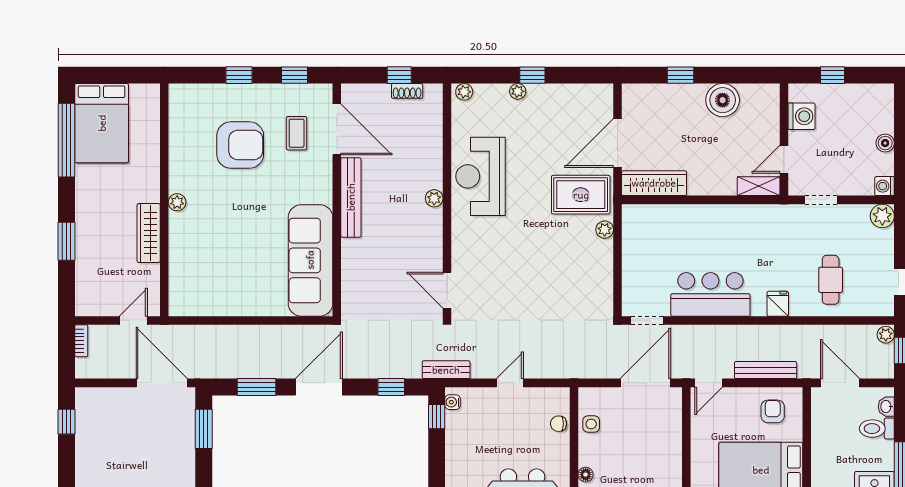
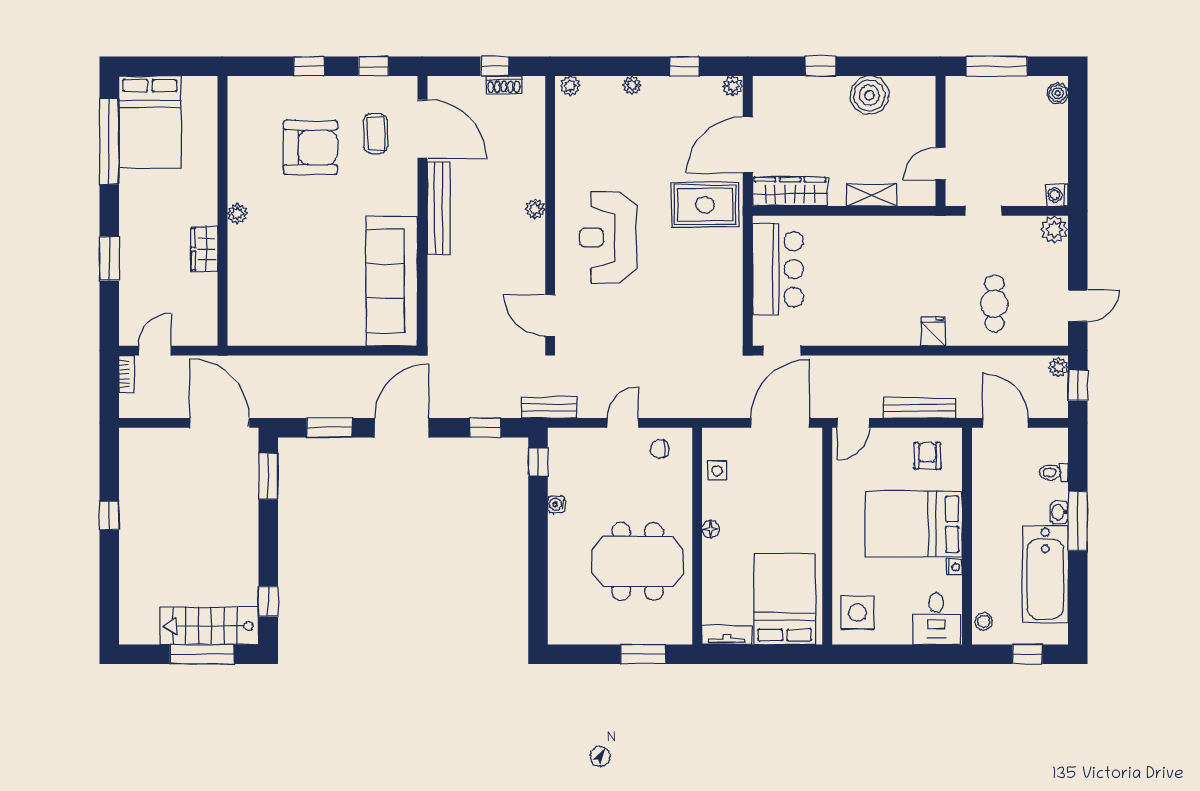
window: (532, 75) -> (684, 66), moved
window: (833, 75) -> (997, 66), width x2.17
washing machine: (801, 116) -> (961, 114), removed
boiler: (885, 143) -> (1058, 93), moved
reception desk: (481, 176) -> (608, 237), moved
shelving: (759, 186) -> (872, 195), moved
plant: (605, 230) -> (733, 86), moved
wardrobe: (149, 233) -> (204, 249), width x0.67
bar counter: (710, 294) -> (778, 269), moved, turned 90
door: (133, 320) -> (155, 351), moved
water cooler: (453, 402) -> (556, 504), moved
washbasin: (886, 407) -> (1059, 512), moved
window: (66, 422) -> (109, 515), moved
chair: (559, 424) -> (660, 449), moved
toilet: (877, 429) -> (1054, 472), width x0.73, depth x0.72

